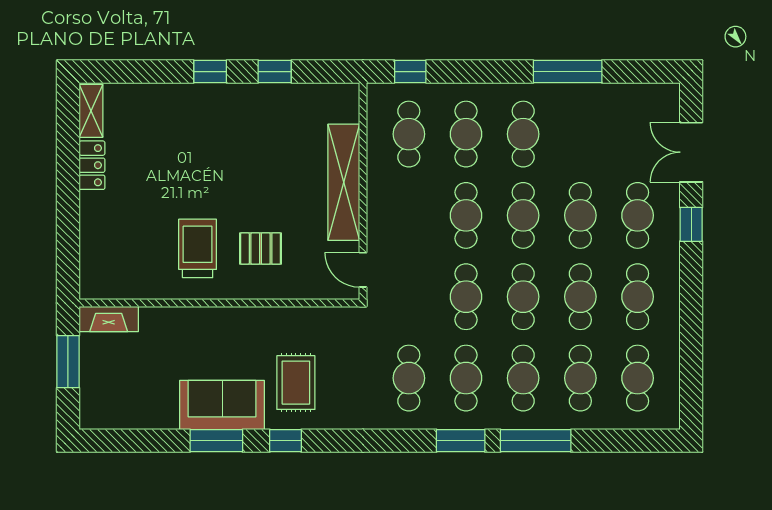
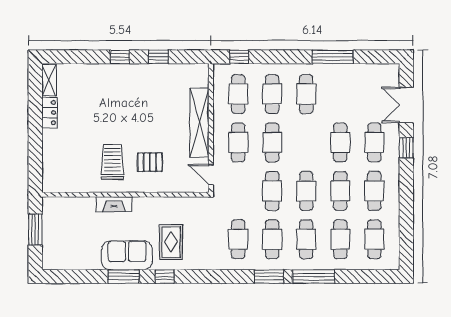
cafe table: (523, 215) -> (238, 142), moved
fireplace: (109, 319) -> (114, 204), moved

